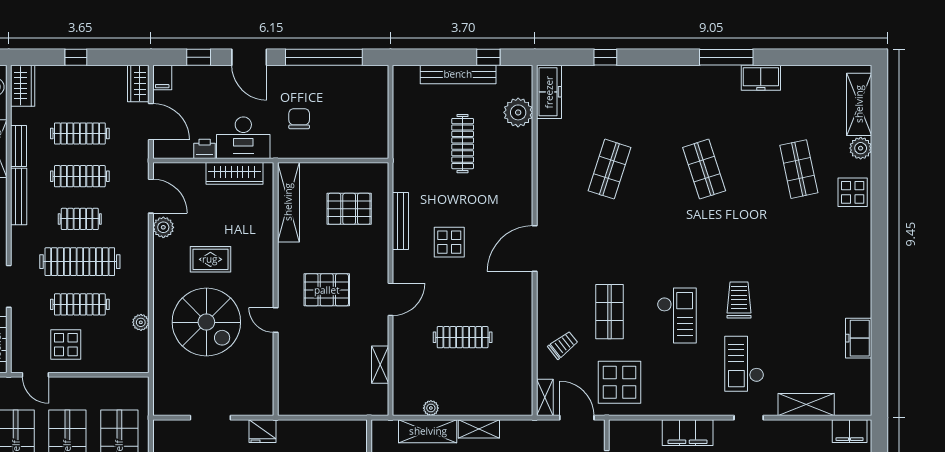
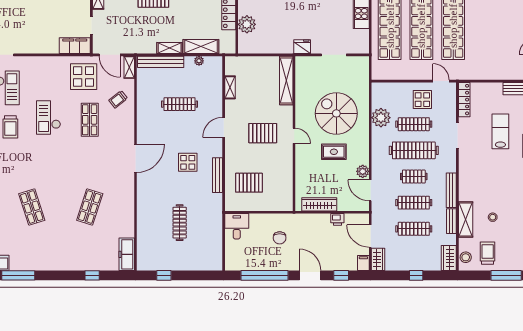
bench: (458, 74) -> (161, 62), moved
plant: (518, 112) -> (146, 242), removed
desk: (243, 138) -> (237, 226), moved, width x0.73
shelving: (288, 202) -> (286, 81), moved
door: (276, 320) -> (294, 136), moved
plant: (141, 322) -> (381, 118), width x1.87, depth x1.87
filing cabinet: (688, 433) -> (75, 46), moved

